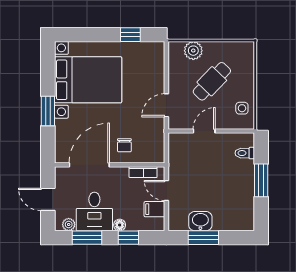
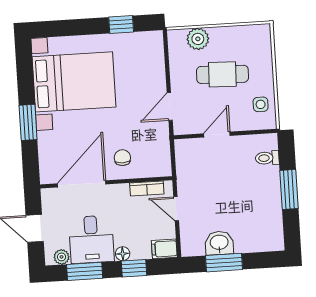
cafe table: (212, 81) -> (222, 74), turned 48
chair: (124, 145) -> (122, 158), turned 180
filing cabinet: (154, 209) -> (164, 249), moved

